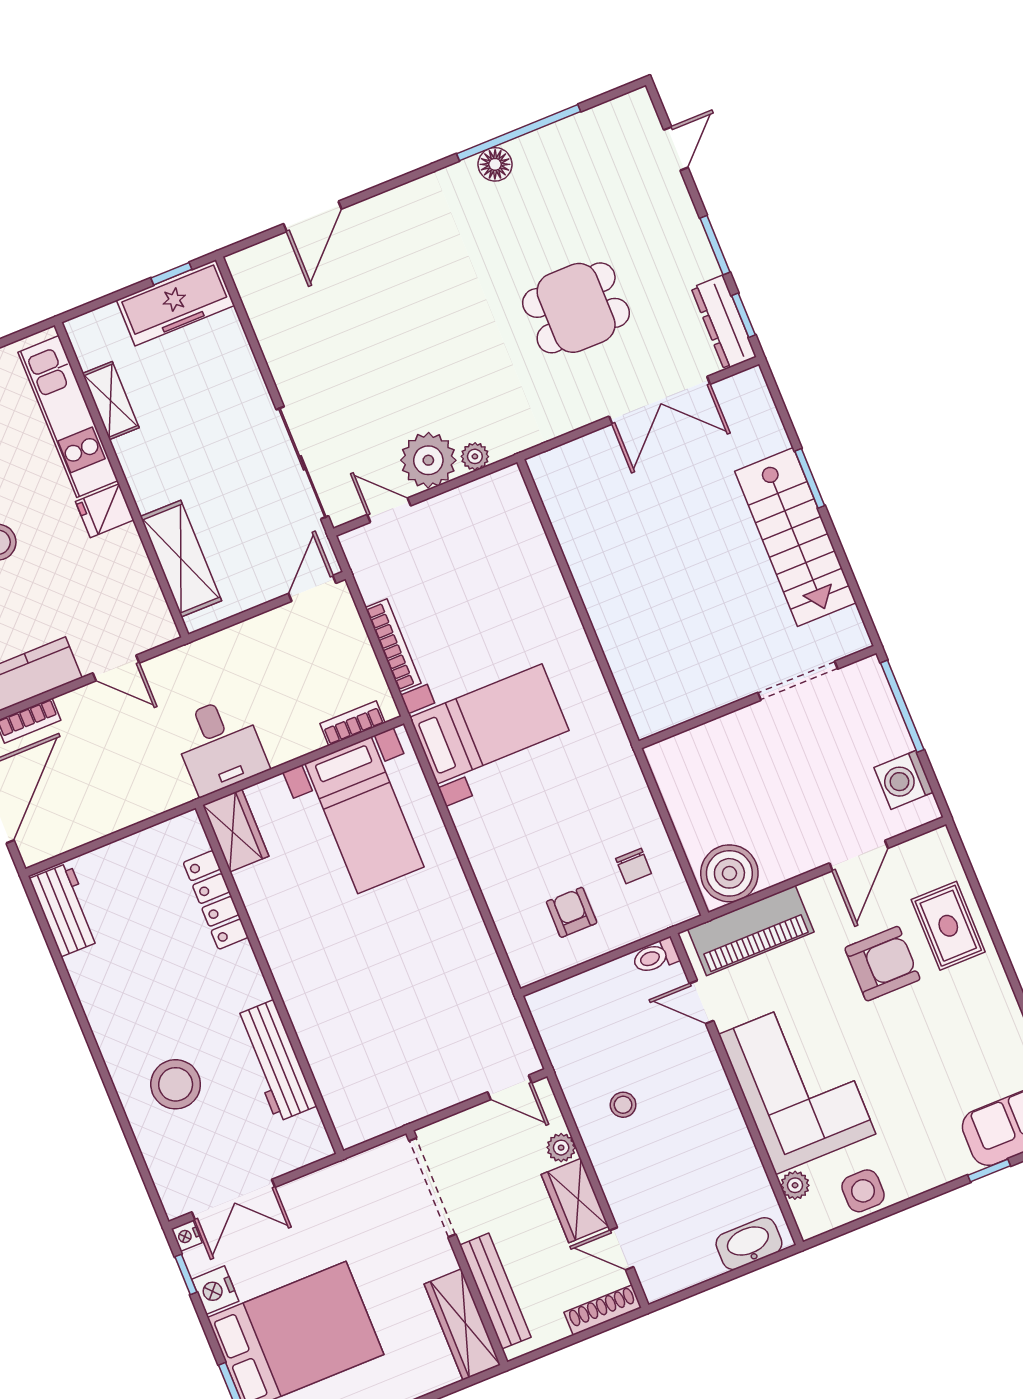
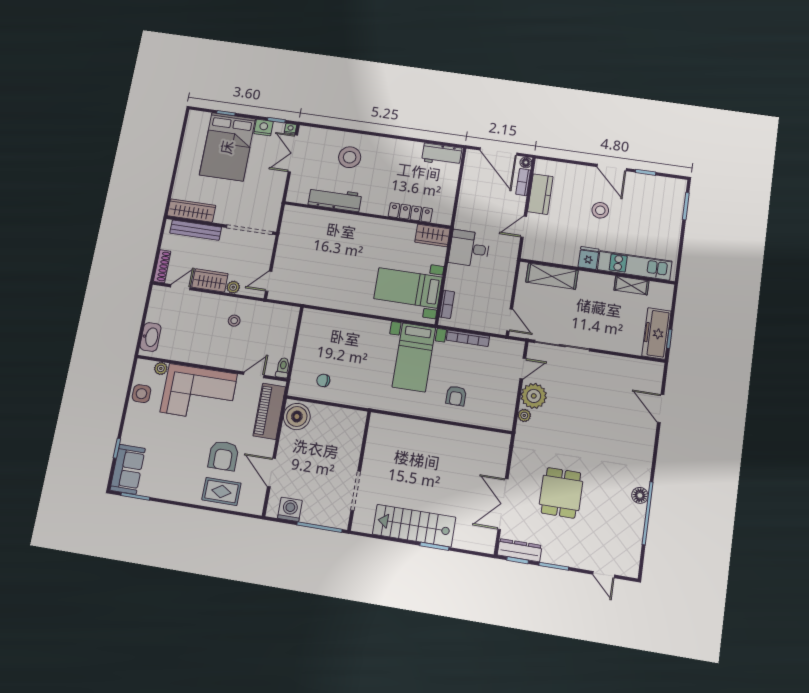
armchair: (572, 912) -> (456, 396), moved, turned 90

